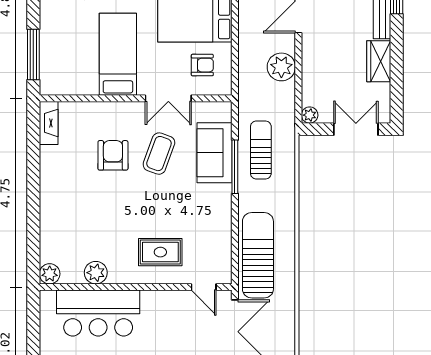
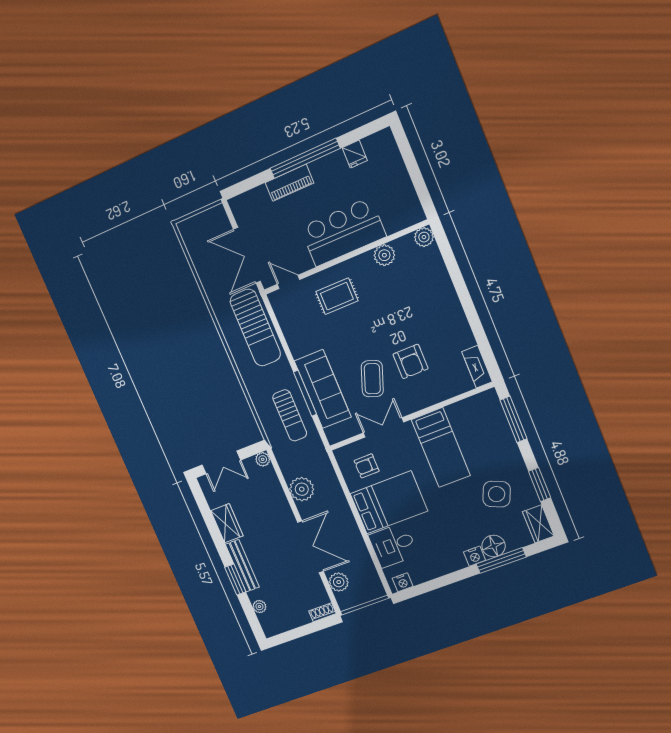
sofa: (214, 153) -> (323, 389), width x1.36
bar counter: (98, 313) -> (343, 232), moved

